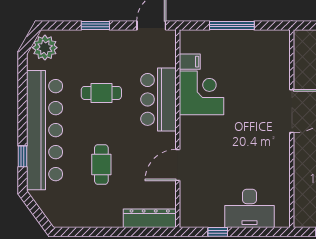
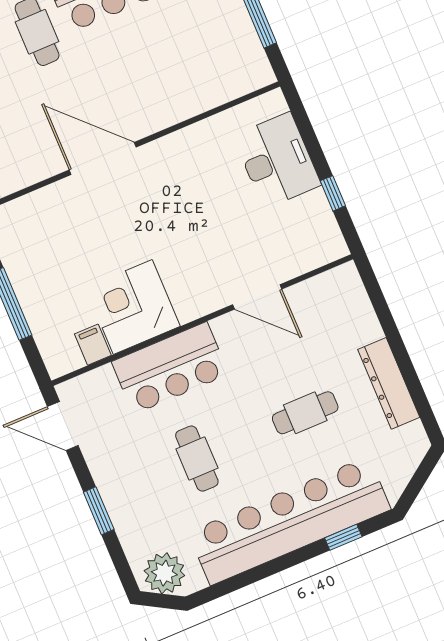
dresser: (150, 218) -> (389, 383), moved

